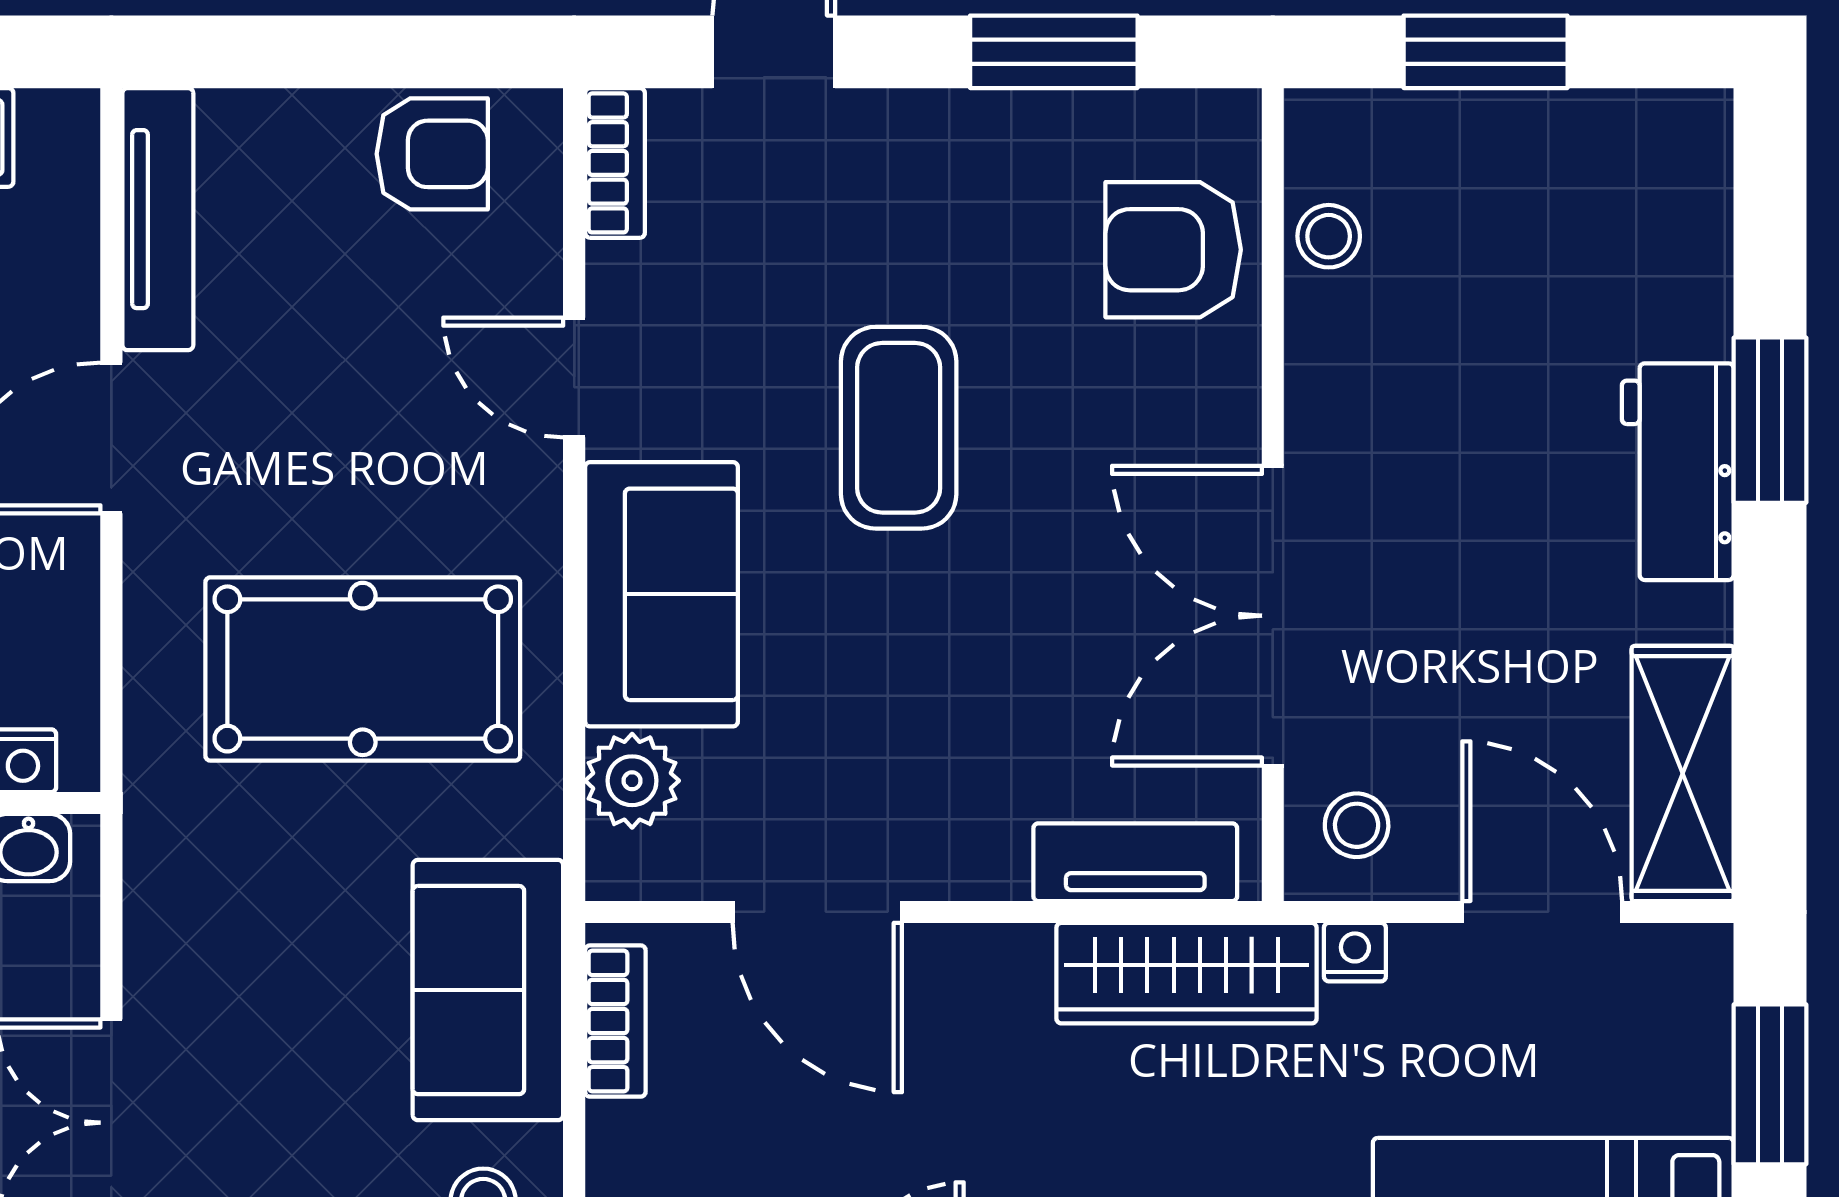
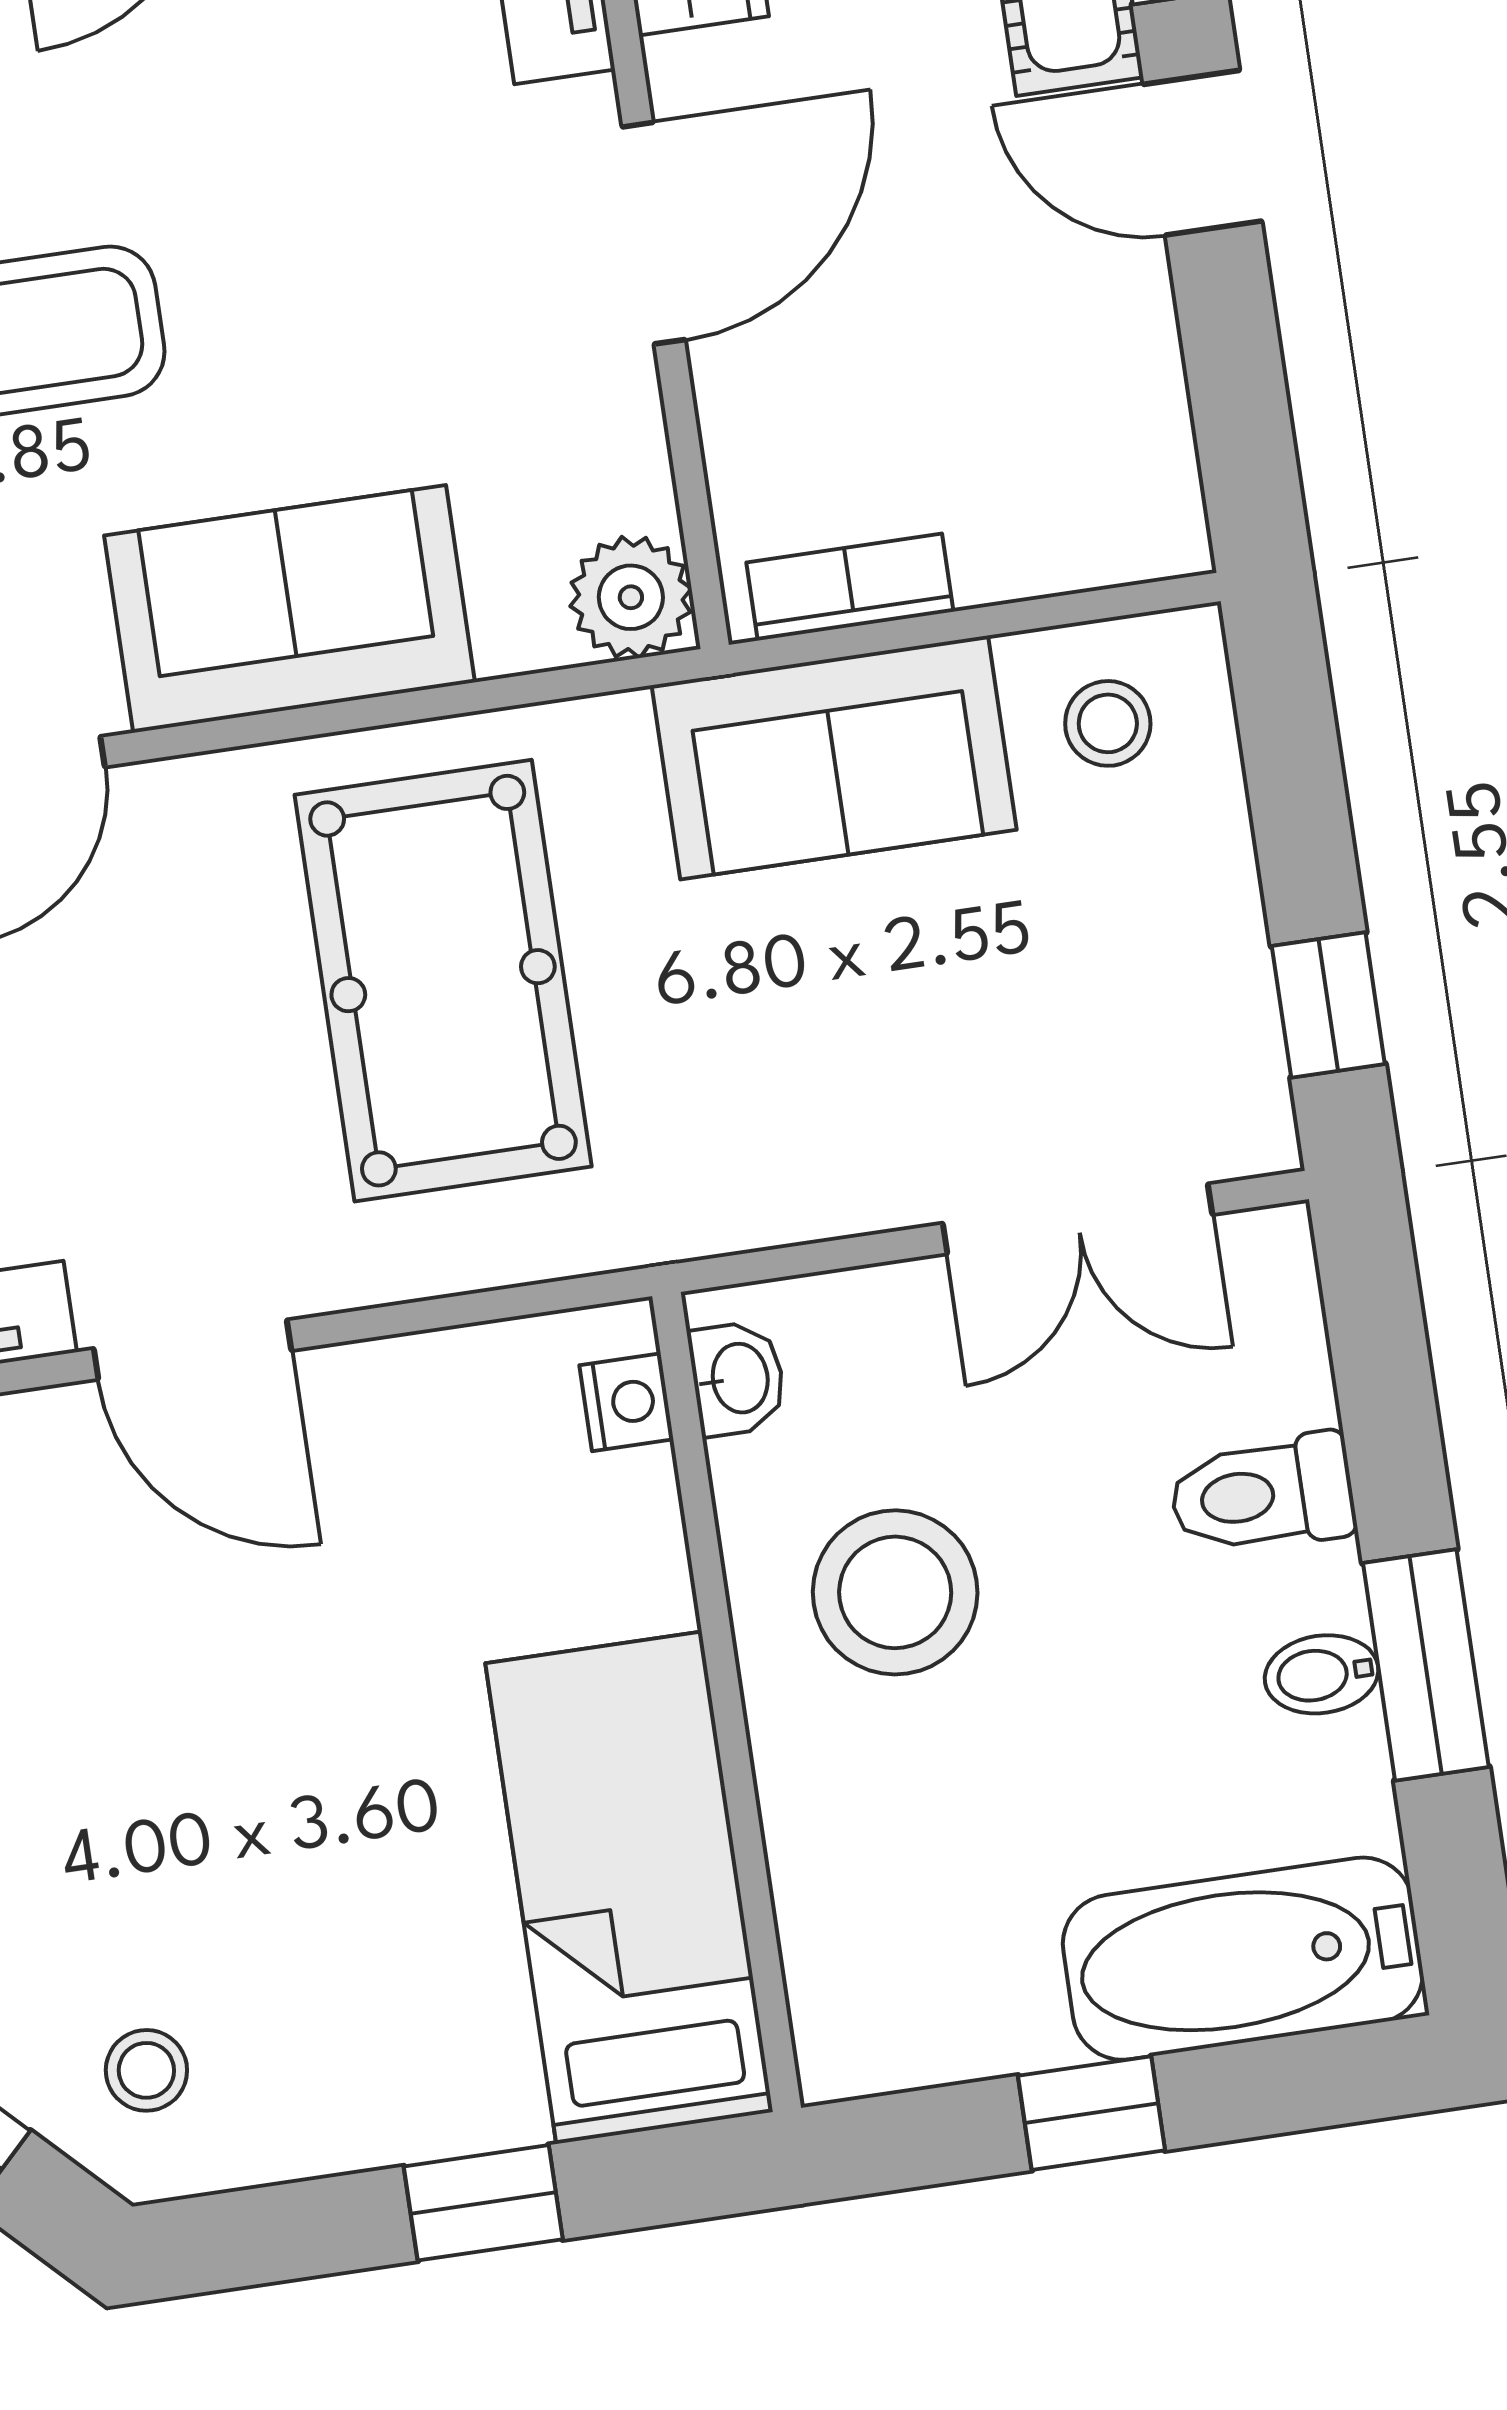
plant: (632, 781) -> (631, 597), moved
door: (817, 912) -> (654, 233), moved

